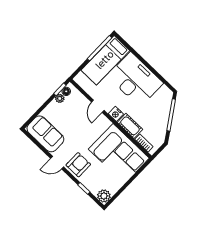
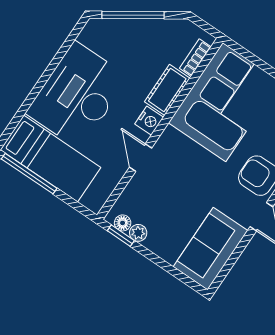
door: (98, 106) -> (140, 158), swing flipped

